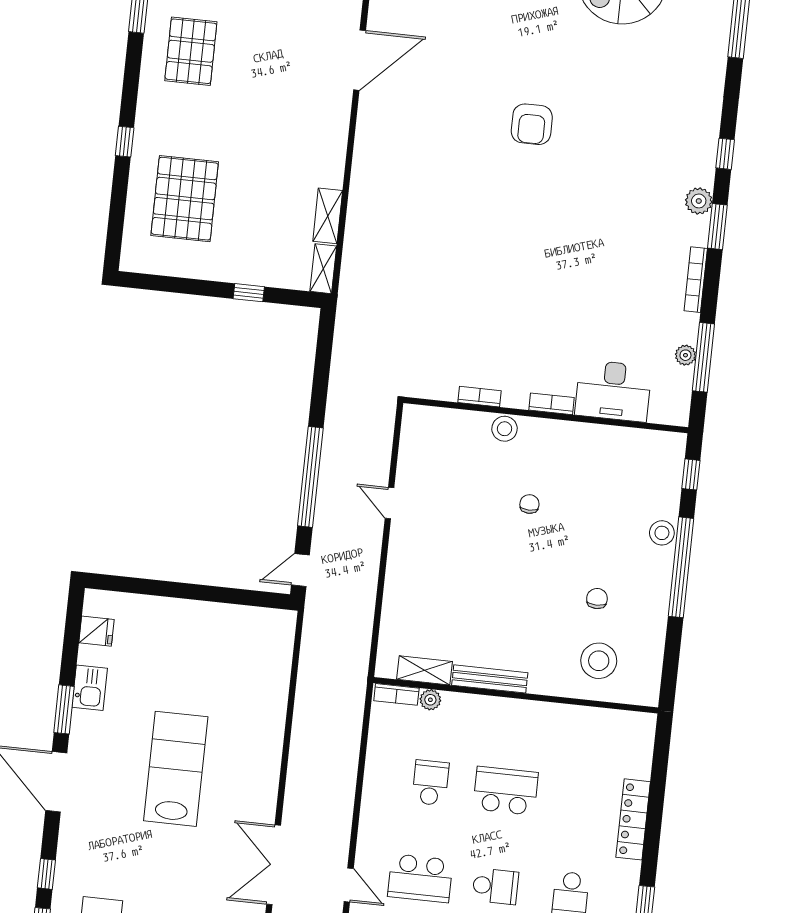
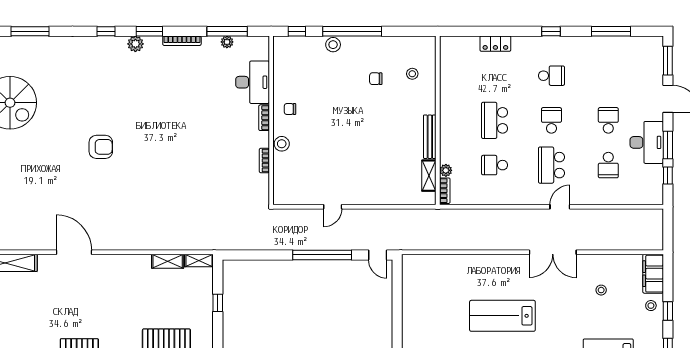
chair: (529, 504) -> (290, 109), moved
stool: (599, 661) -> (412, 74), width x0.53, depth x0.53
locker: (633, 819) -> (495, 44), width x0.66
school desk: (420, 878) -> (551, 165), turned 180

